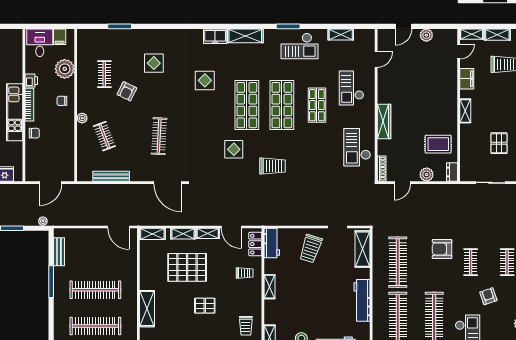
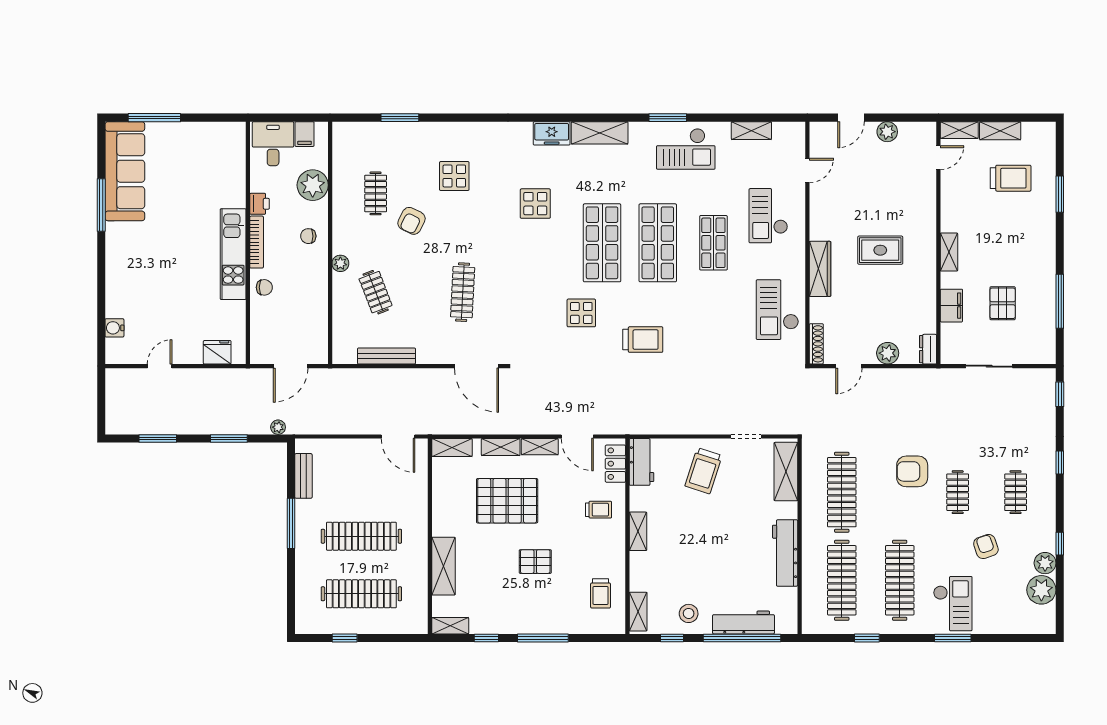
filing cabinet: (467, 79) -> (951, 306), moved
rug: (438, 144) -> (880, 250), moved

